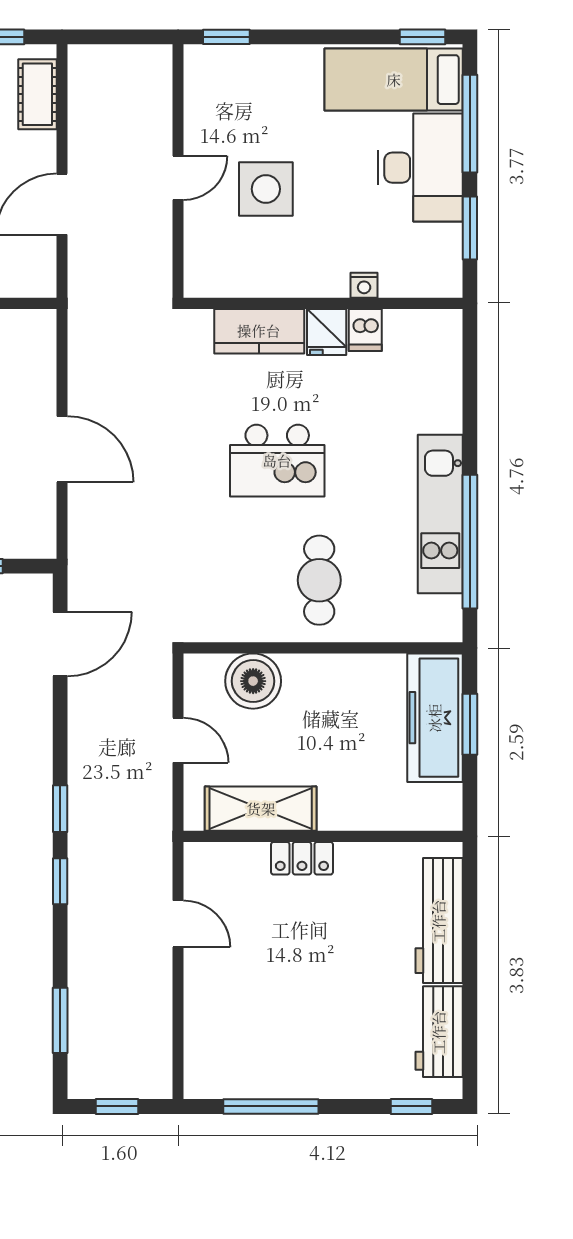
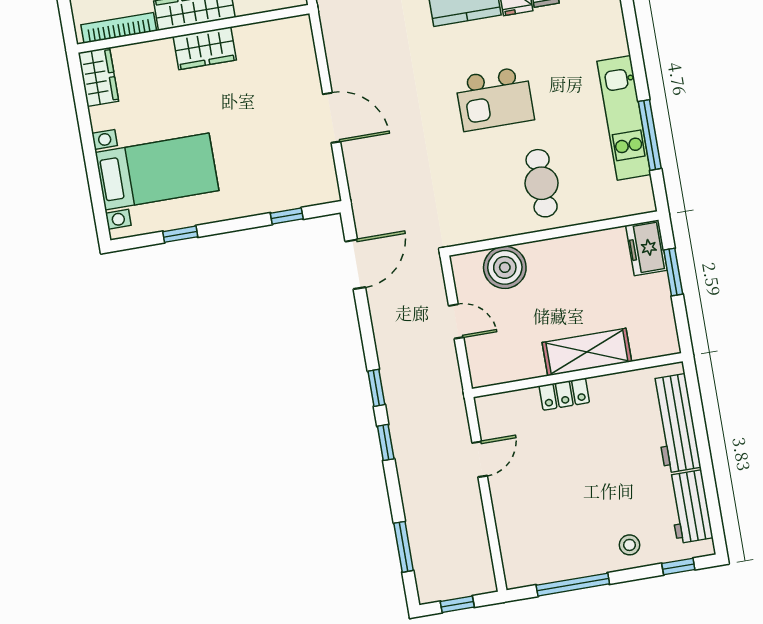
window: (470, 542) -> (650, 135), width x0.68
freezer: (435, 718) -> (646, 248), width x0.52, depth x0.79
shelving: (261, 809) -> (587, 352), moved
door: (178, 924) -> (480, 459), hinge flipped
stool: (353, 1068) -> (629, 545), added

